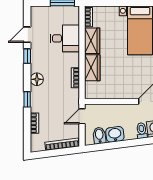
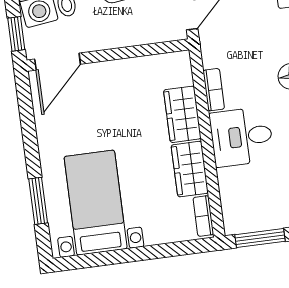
desk: (65, 38) -> (242, 137), moved

